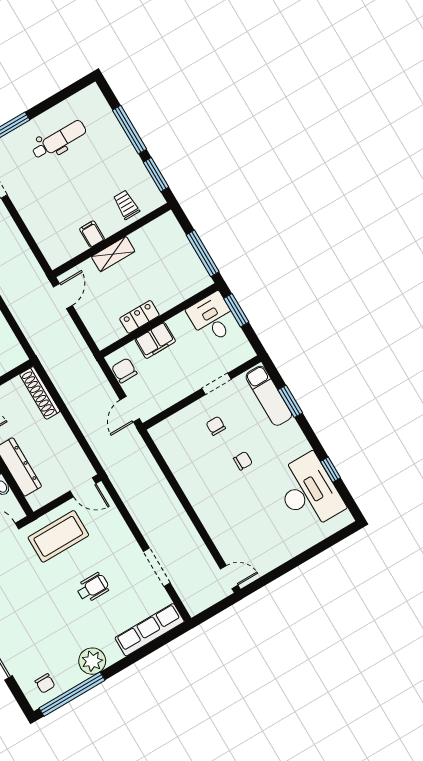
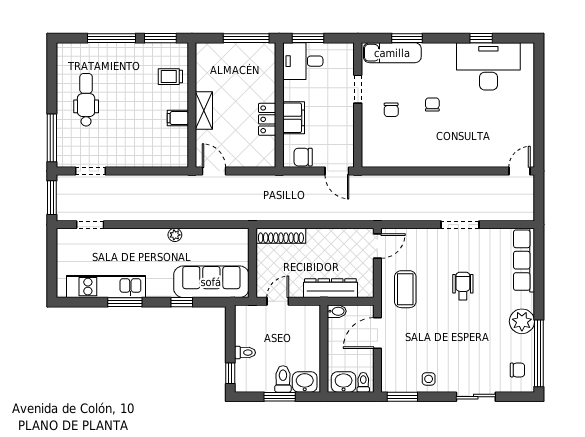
chair: (216, 426) -> (391, 110), turned -91
coffee table: (58, 536) -> (405, 289), width x0.73, depth x0.76
doorway: (157, 567) -> (460, 225), moved

